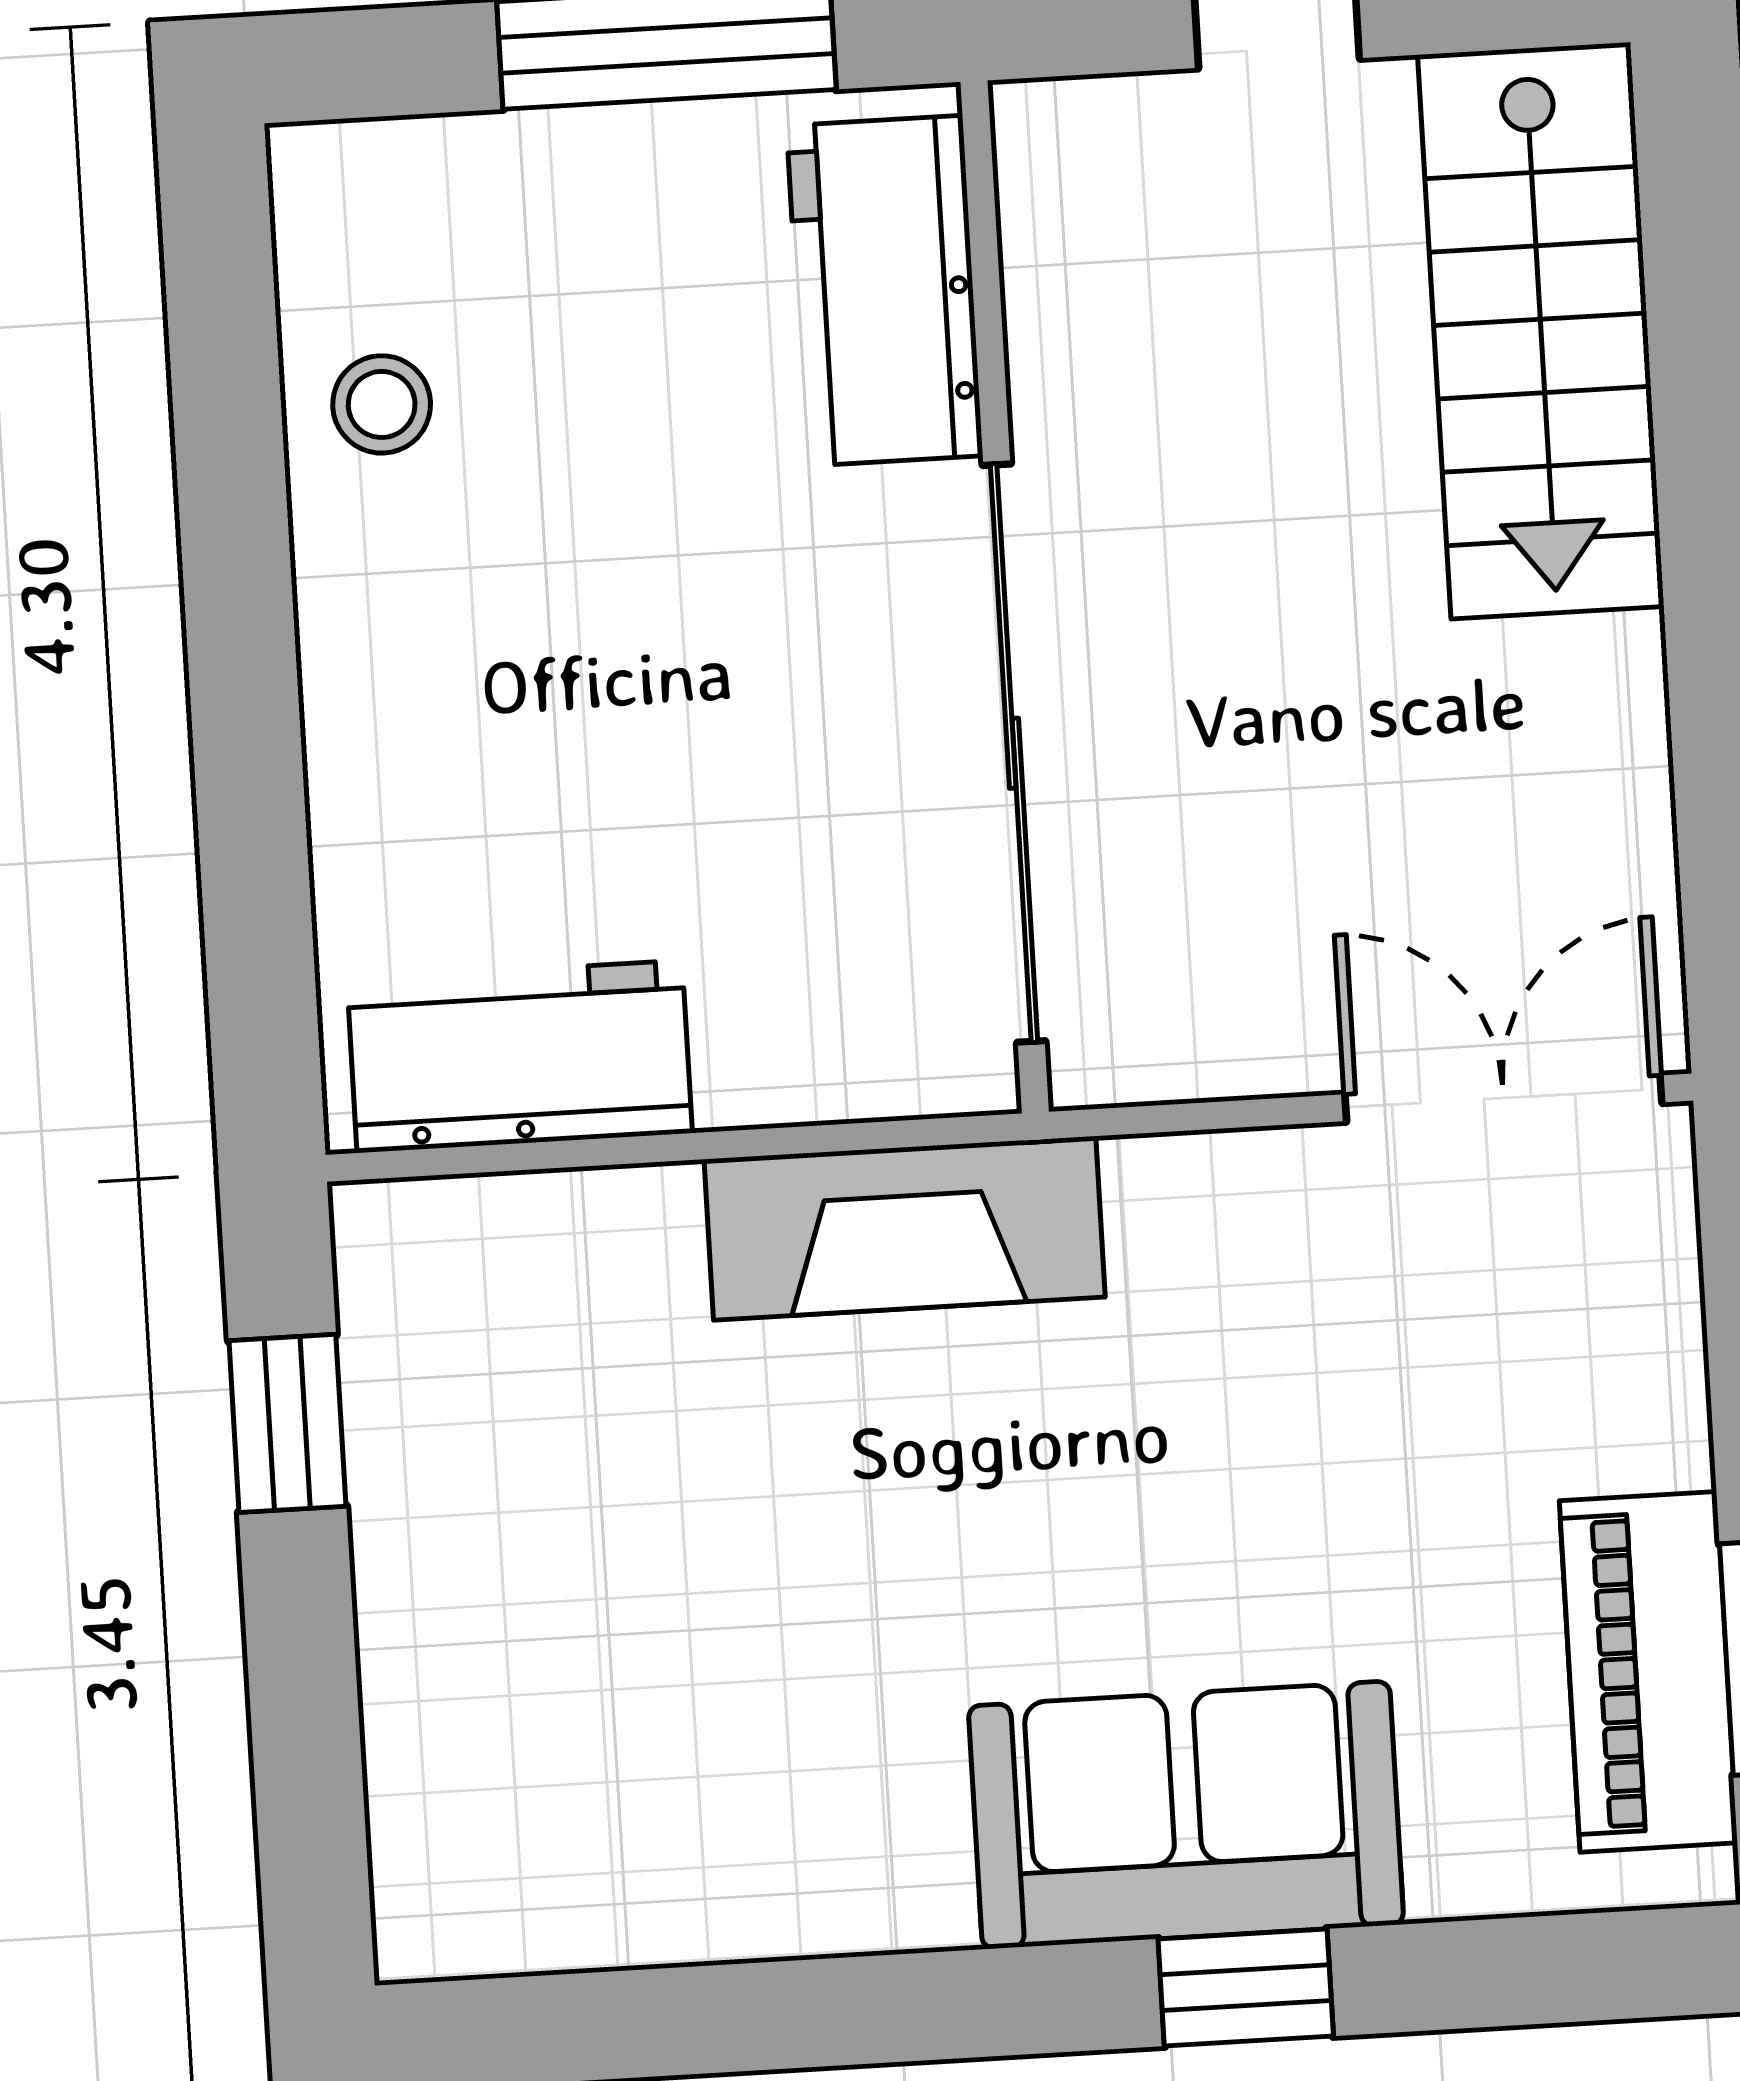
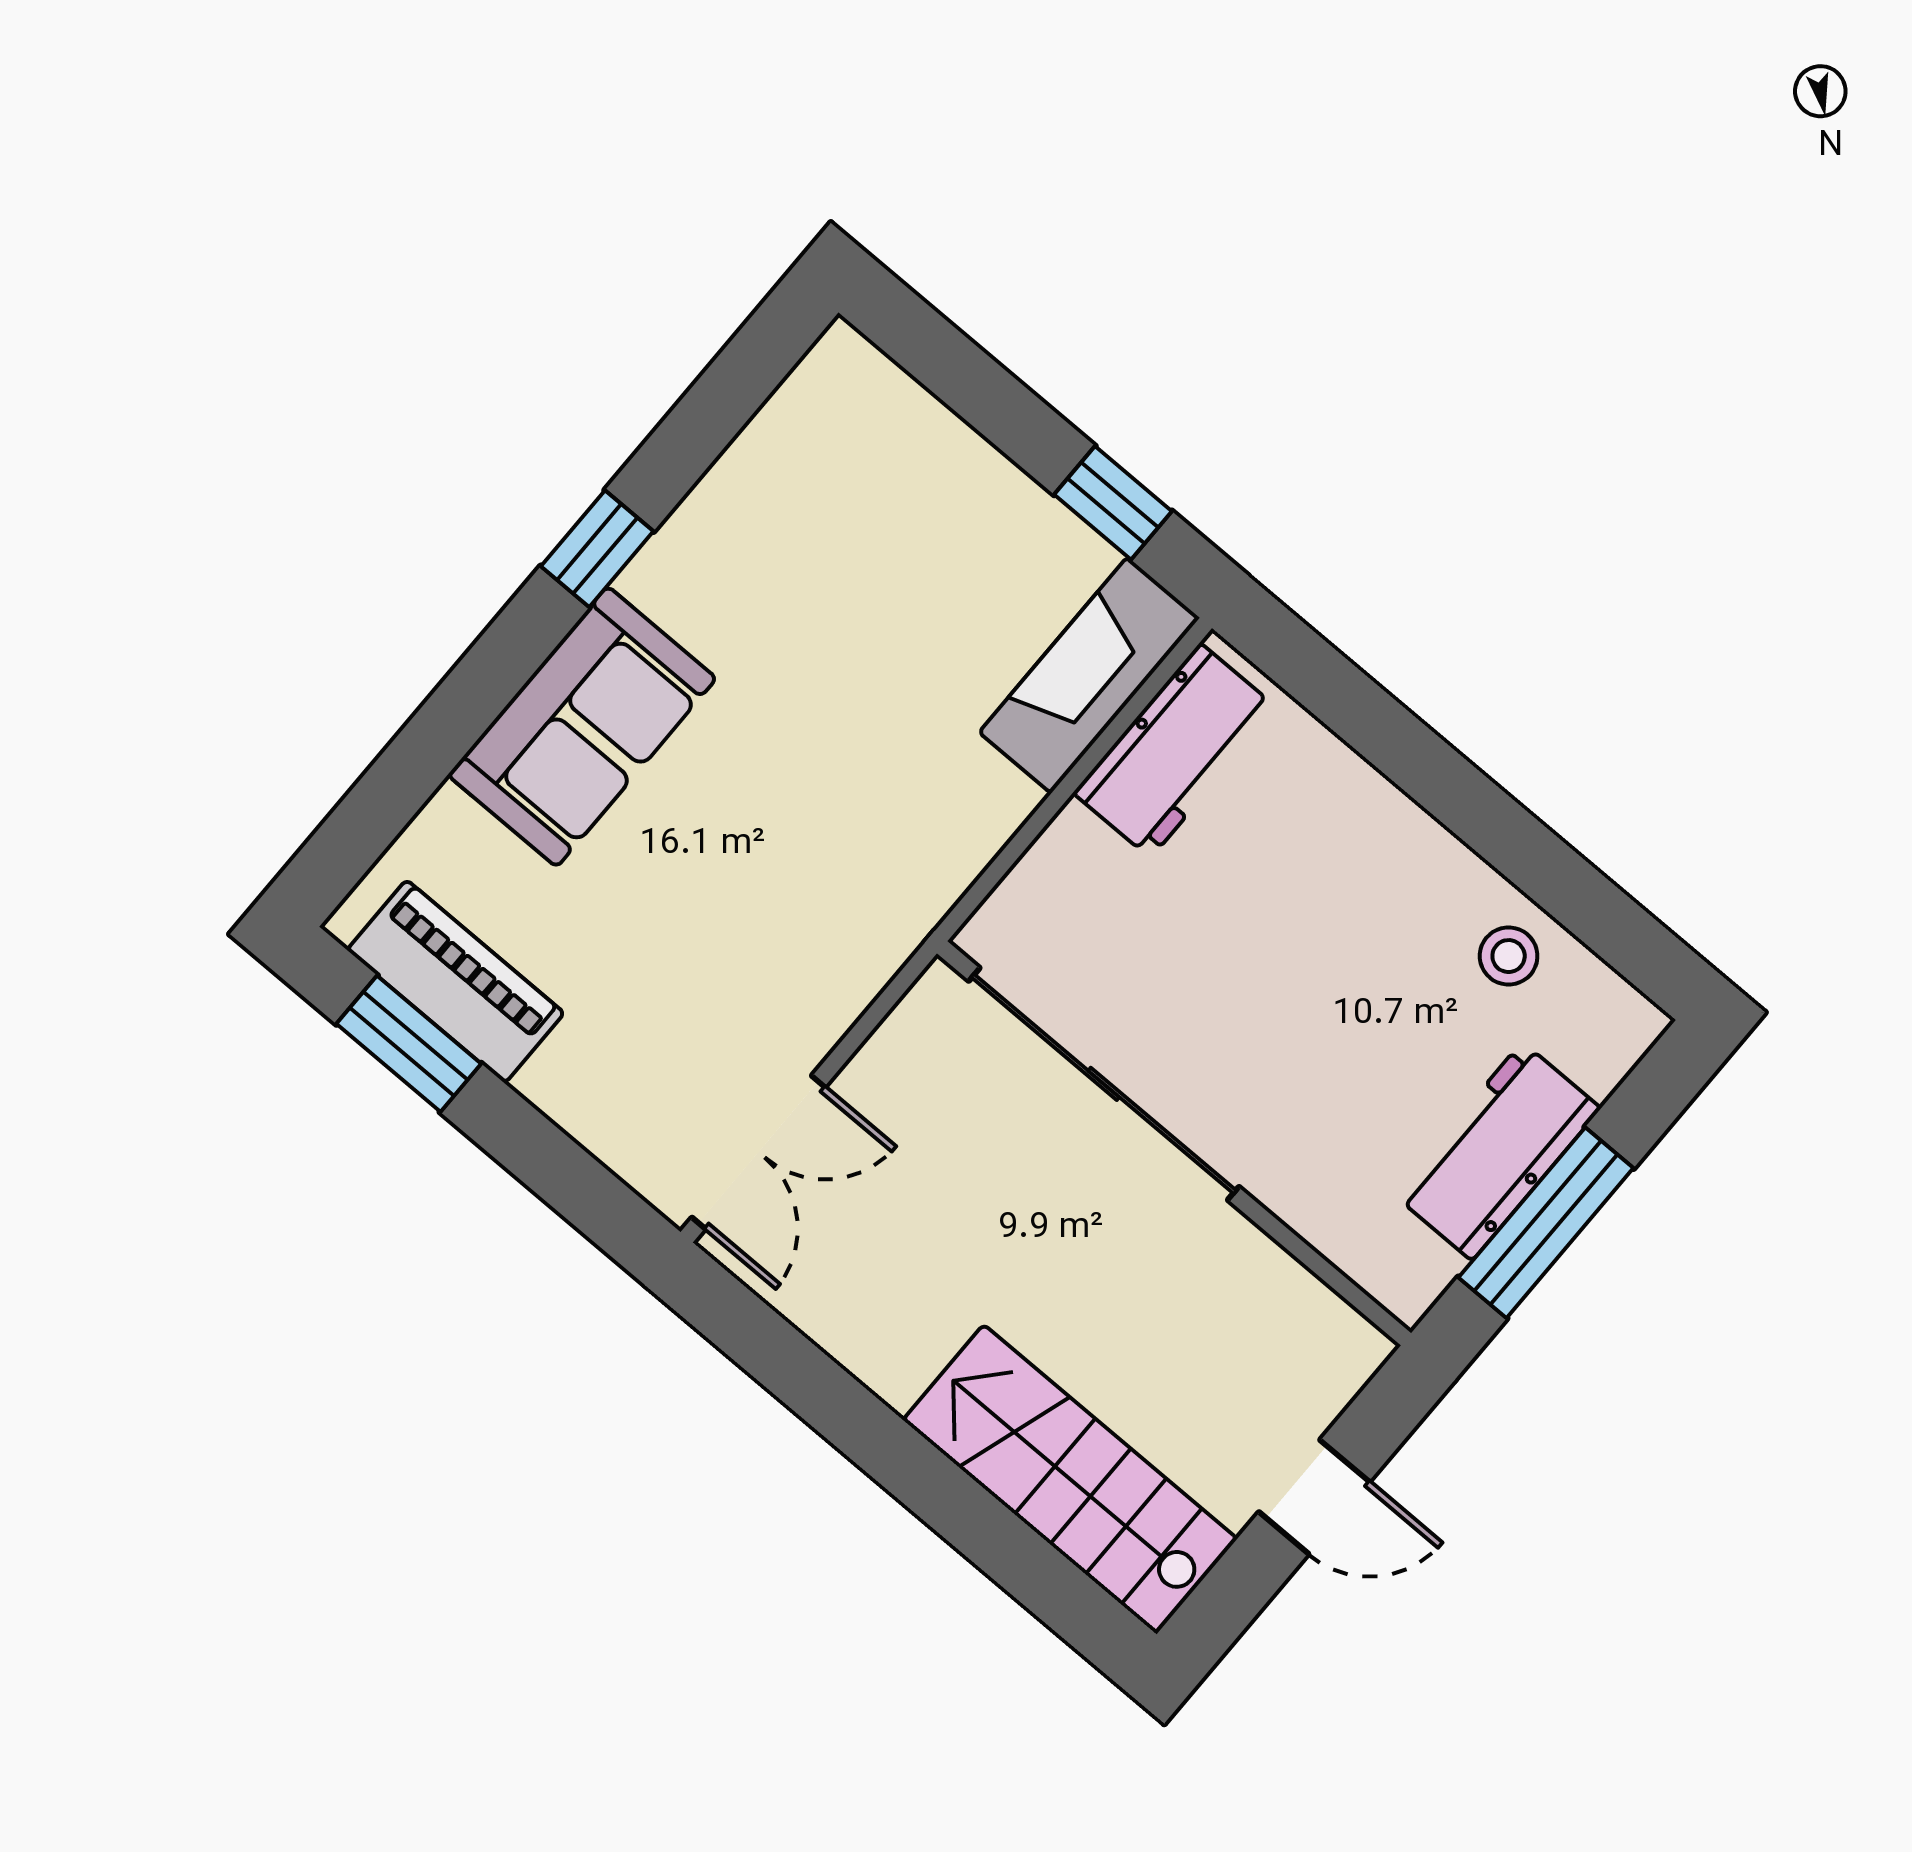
workbench: (885, 291) -> (1497, 1151), moved, turned -90
fireplace: (905, 1228) -> (1089, 675), moved
window: (1246, 1988) -> (597, 549), moved

